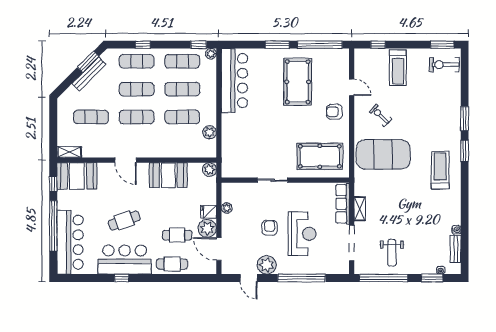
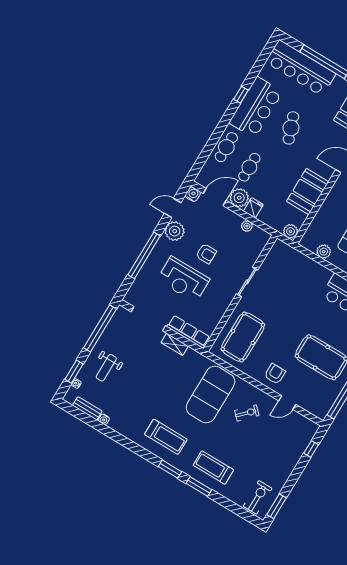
treadmill: (398, 68) -> (213, 468), moved
weight bench: (392, 253) -> (106, 368), moved, turned -90
water cooler: (227, 268) -> (193, 194), added

